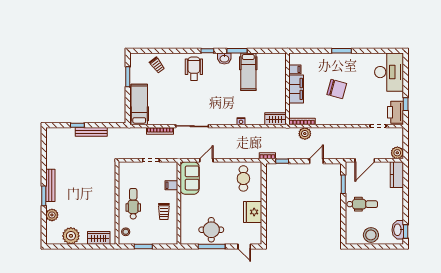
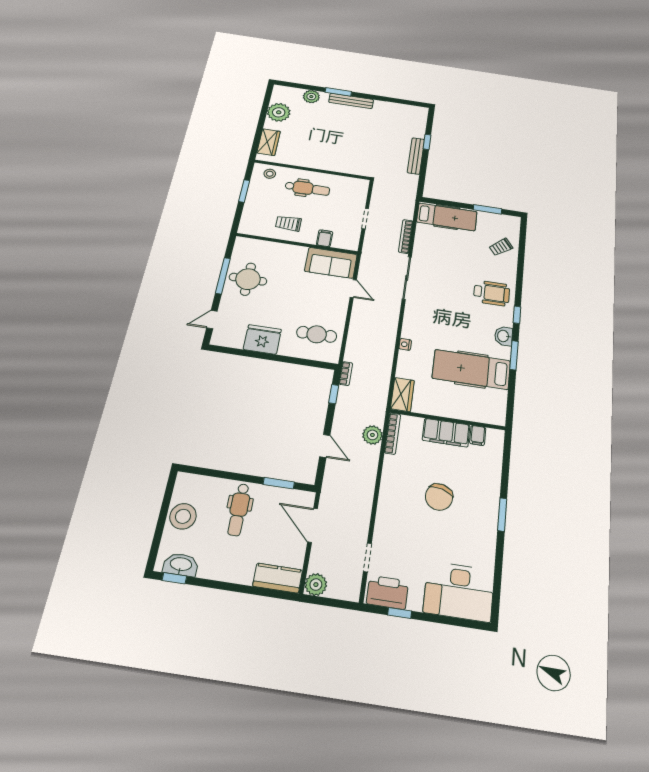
hospital bed: (248, 72) -> (471, 369), width x1.37, depth x1.29

